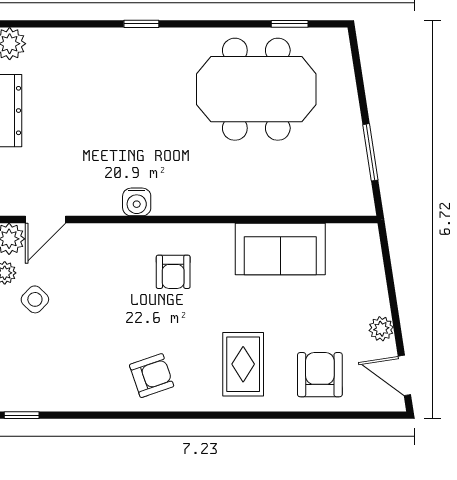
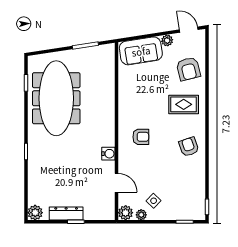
meeting table: (256, 89) -> (56, 98), width x1.36
door: (46, 219) -> (117, 183), moved
sofa: (280, 249) -> (141, 51), moved, turned 81
armchair: (320, 375) -> (188, 69), turned -104
door: (404, 375) -> (189, 30), swing flipped

